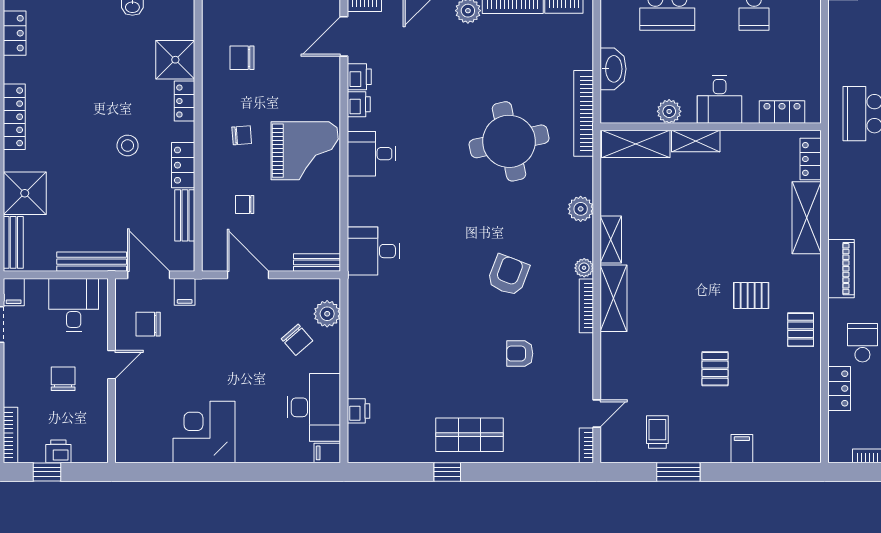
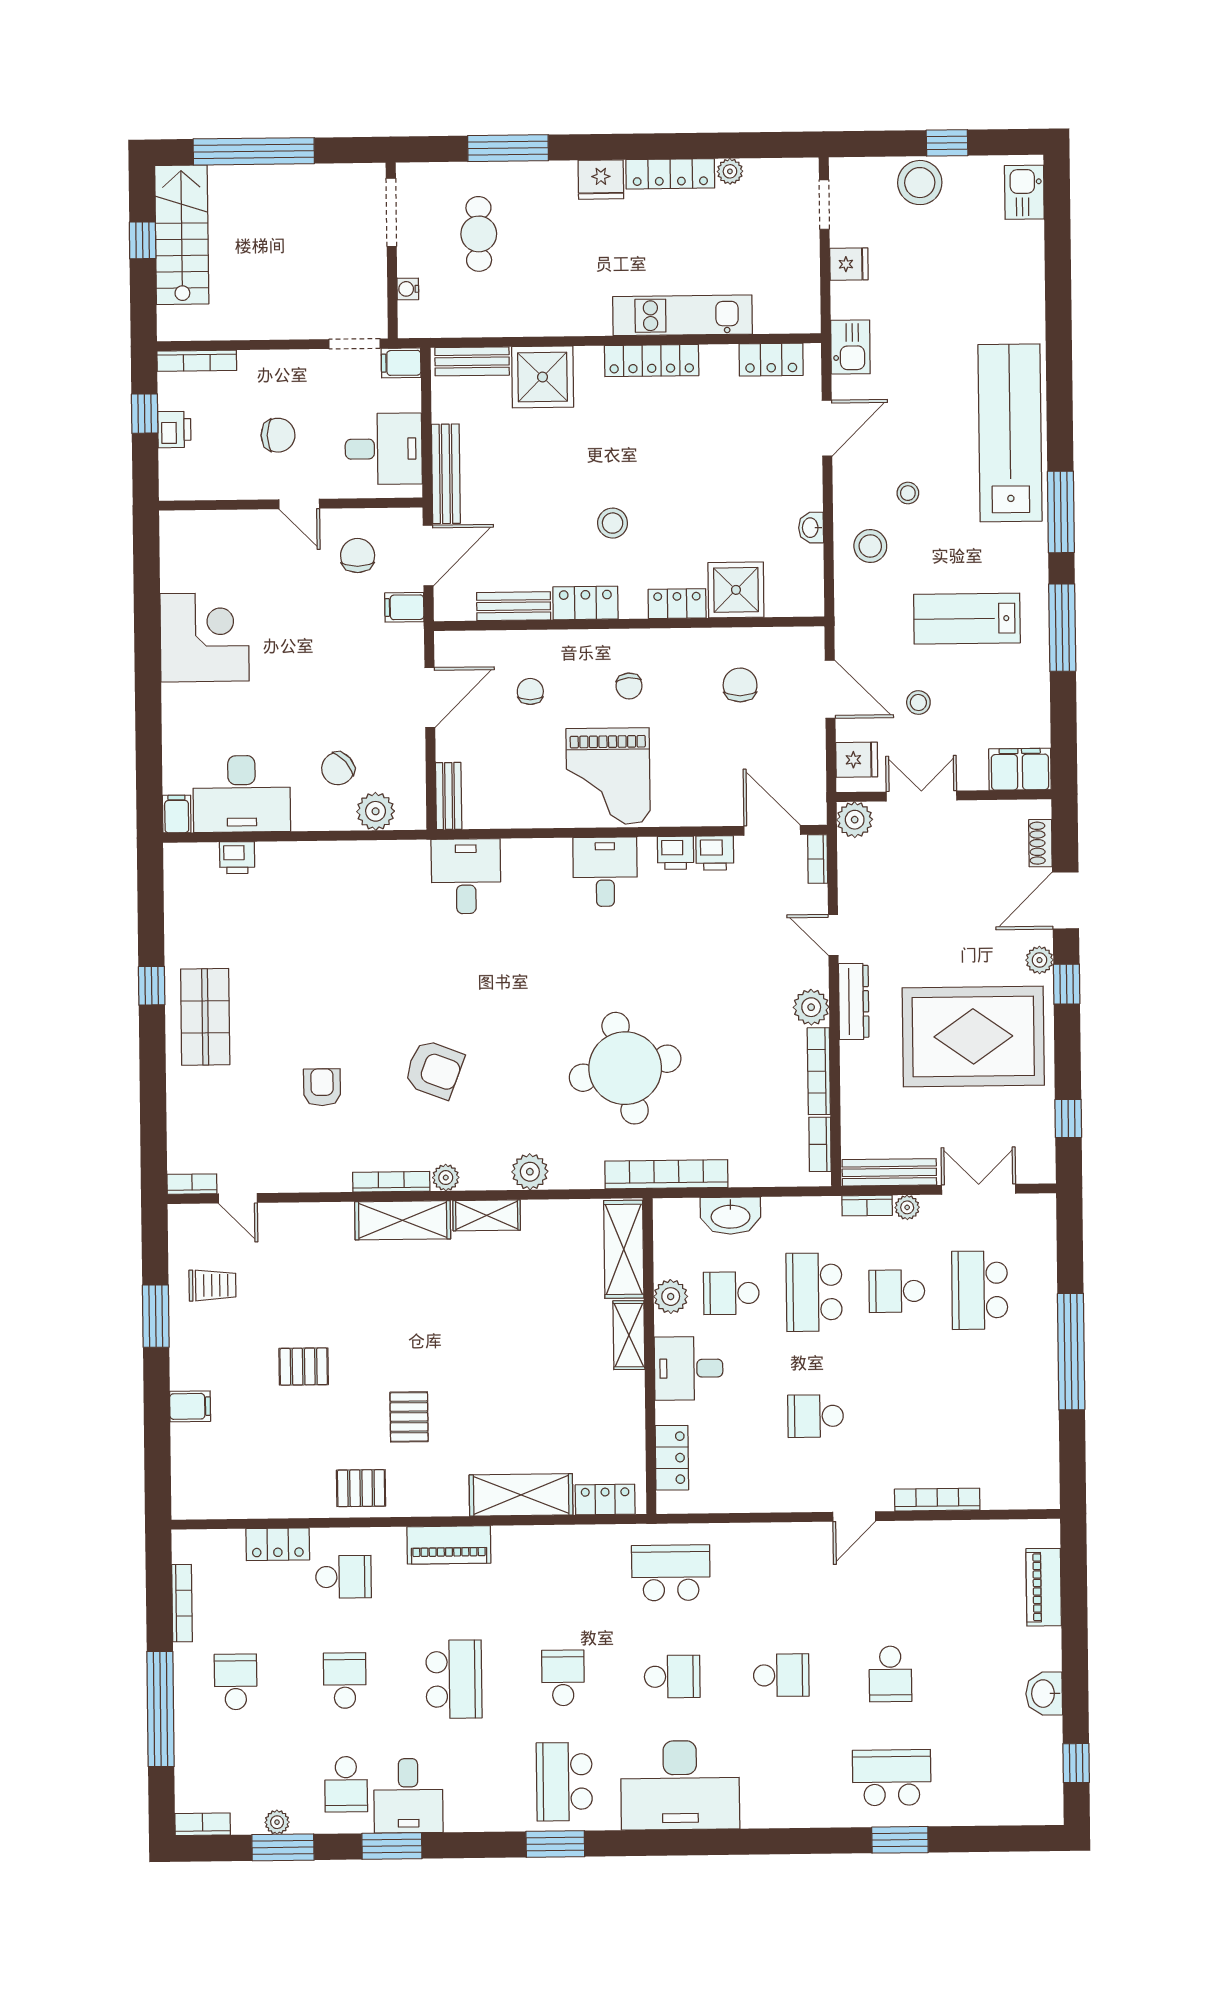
school desk: (667, 69) -> (731, 1293), added

